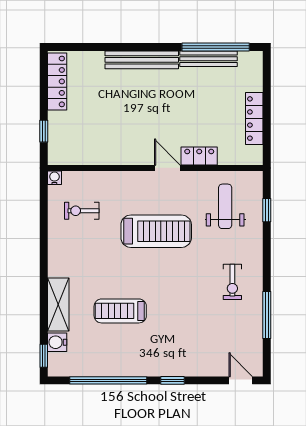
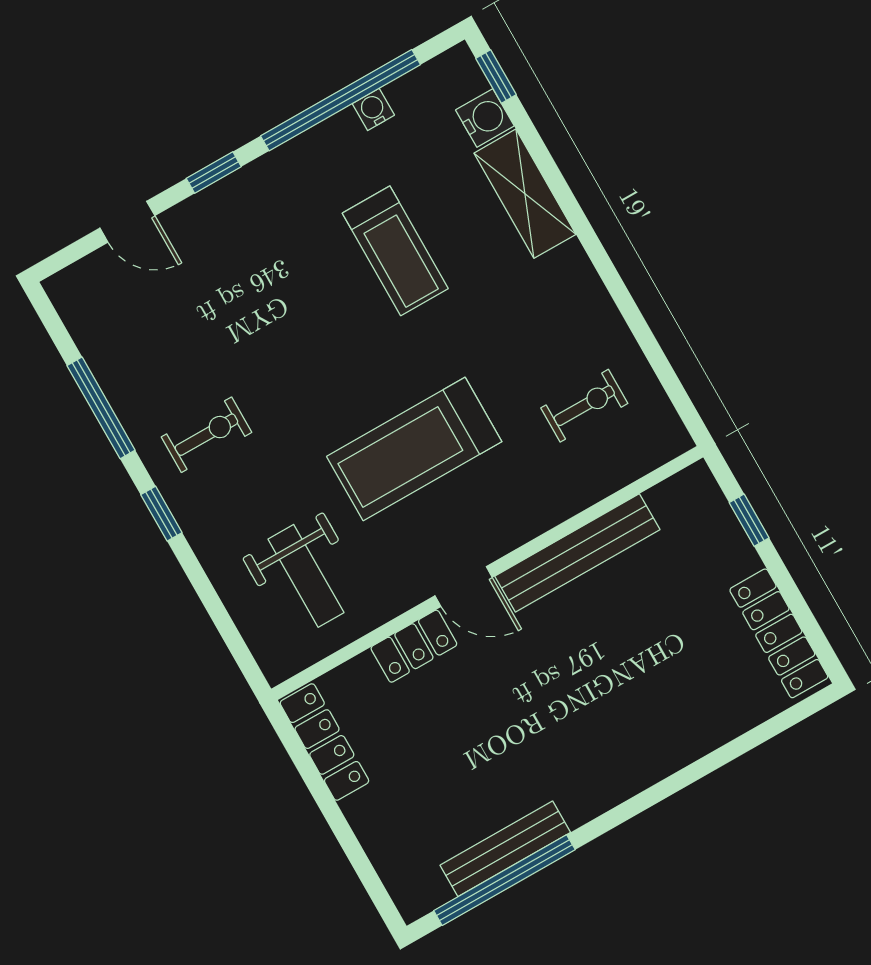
bench: (142, 60) -> (577, 553), moved
locker: (254, 119) -> (324, 742), moved
water cooler: (54, 178) -> (373, 109), moved, turned 180
window: (267, 210) -> (161, 514), moved
exercise bike: (232, 282) -> (206, 435), turned 90
treadmill: (120, 311) -> (395, 251), turned 90
door: (241, 380) -> (127, 222), moved

